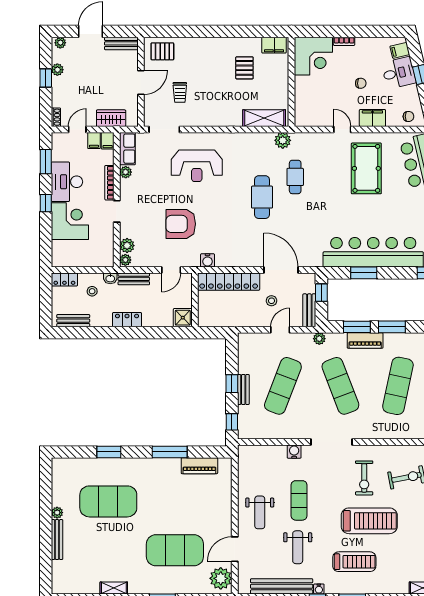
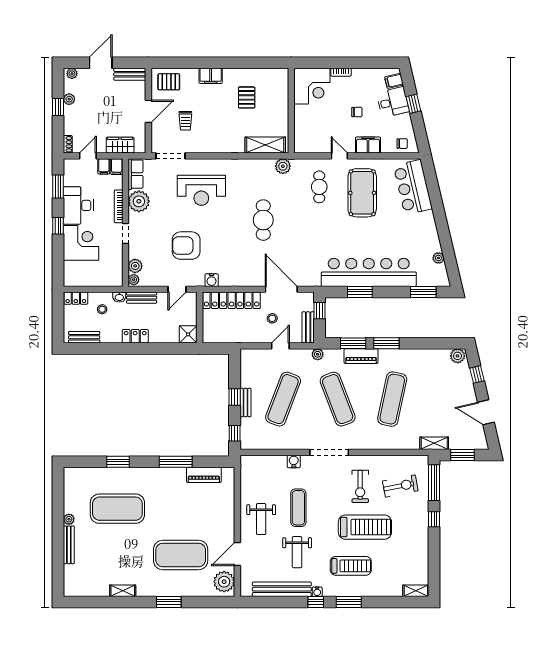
filing cabinet: (274, 45) -> (211, 76), moved
plant: (126, 172) -> (139, 201), width x1.88, depth x1.88
cafe table: (295, 177) -> (319, 187), moved

